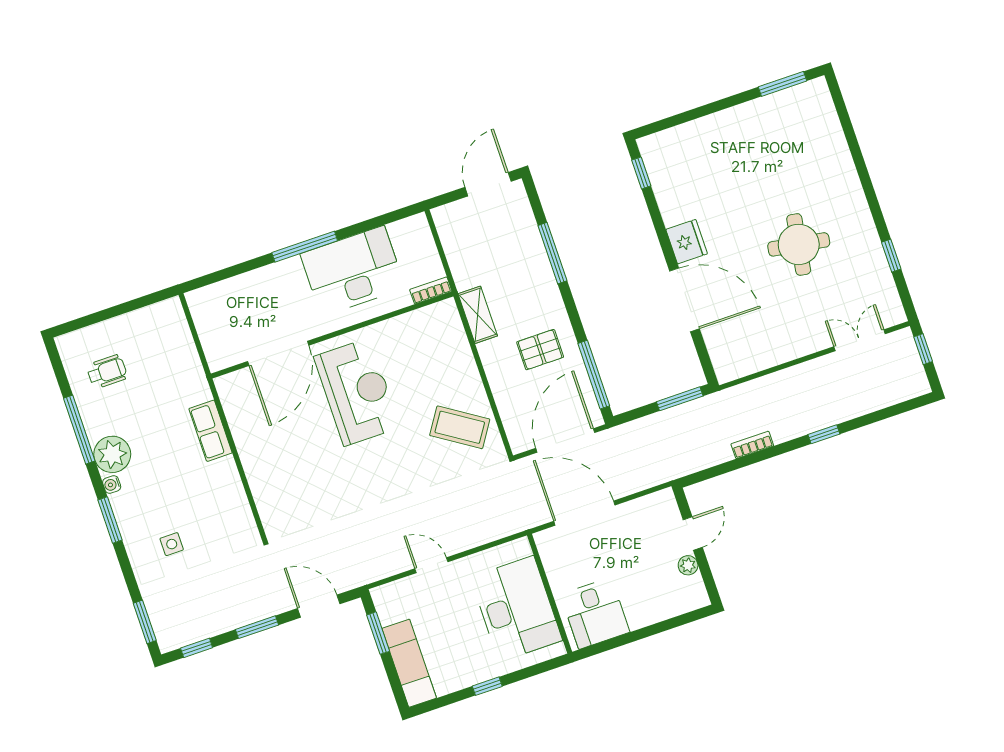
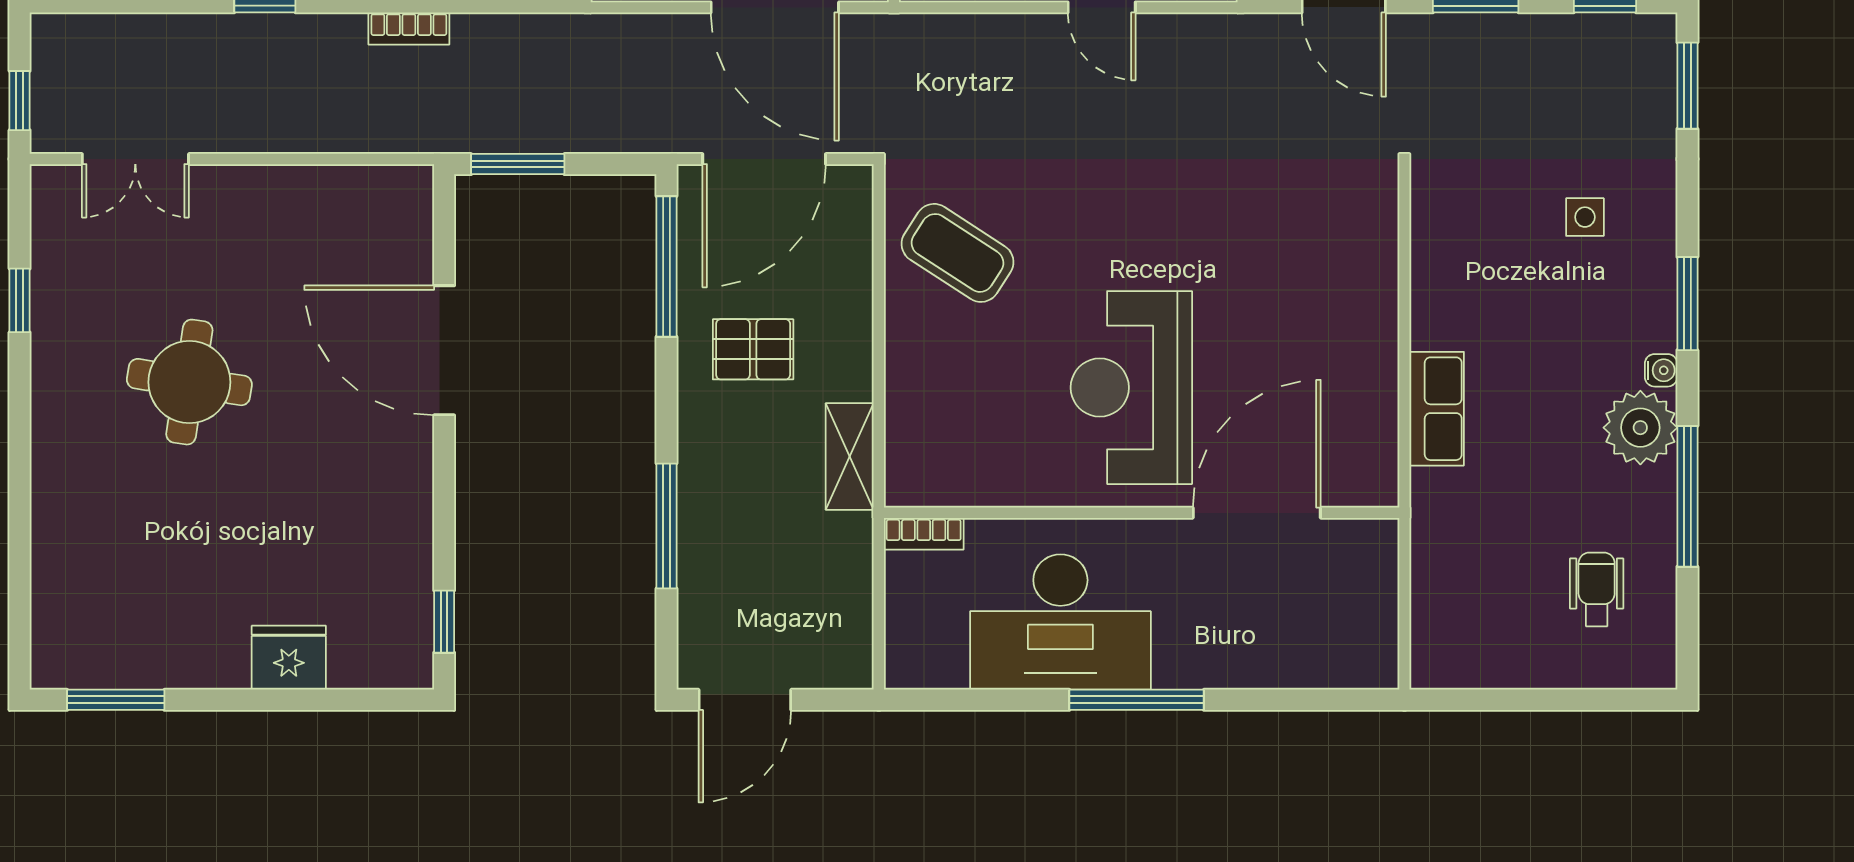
fridge: (687, 242) -> (289, 658), moved, turned 90
wheelchair: (107, 372) -> (1597, 589), turned 90

